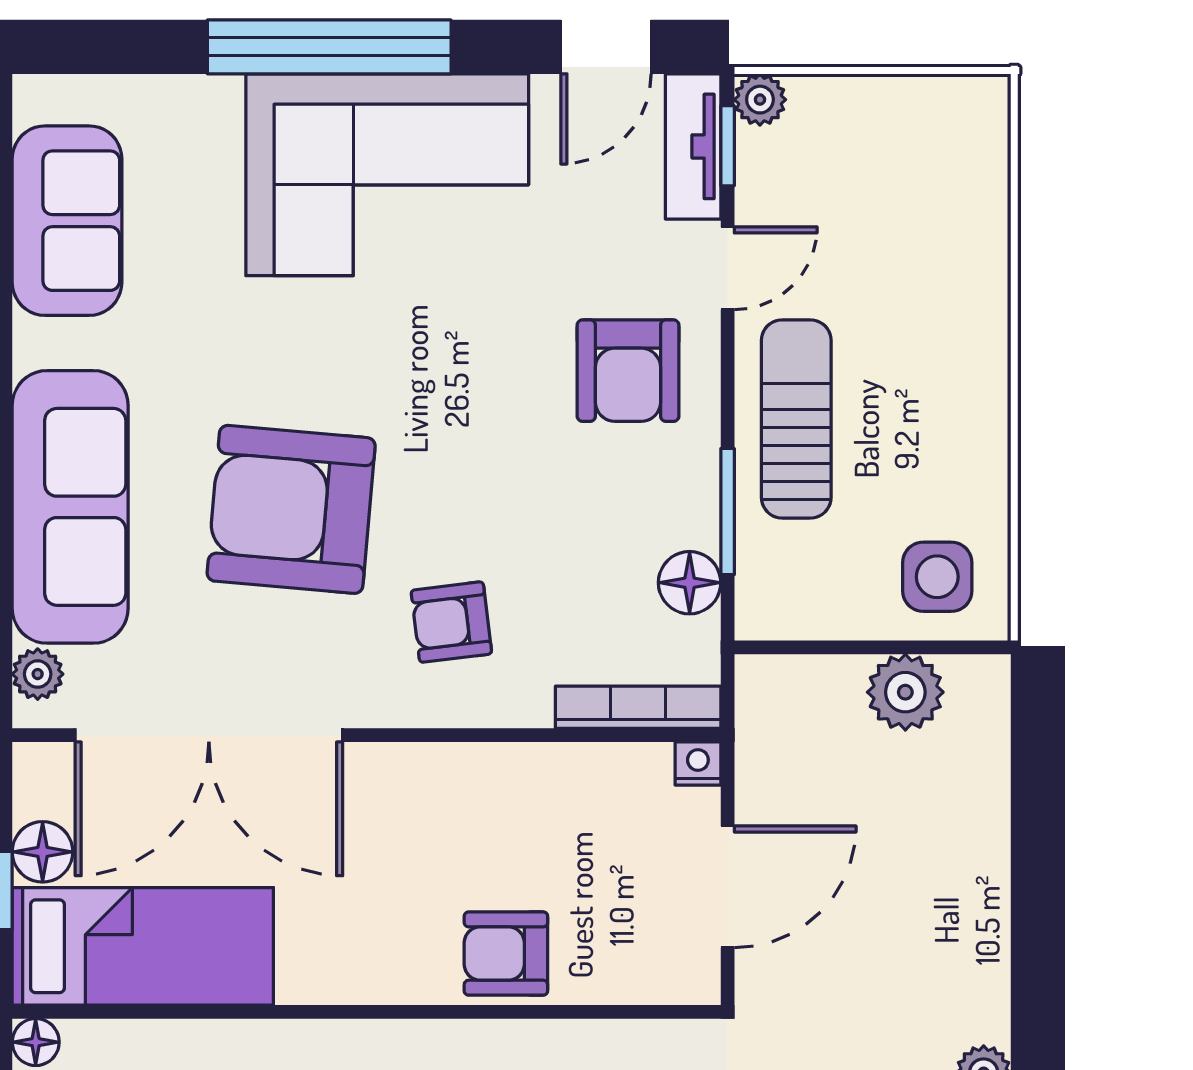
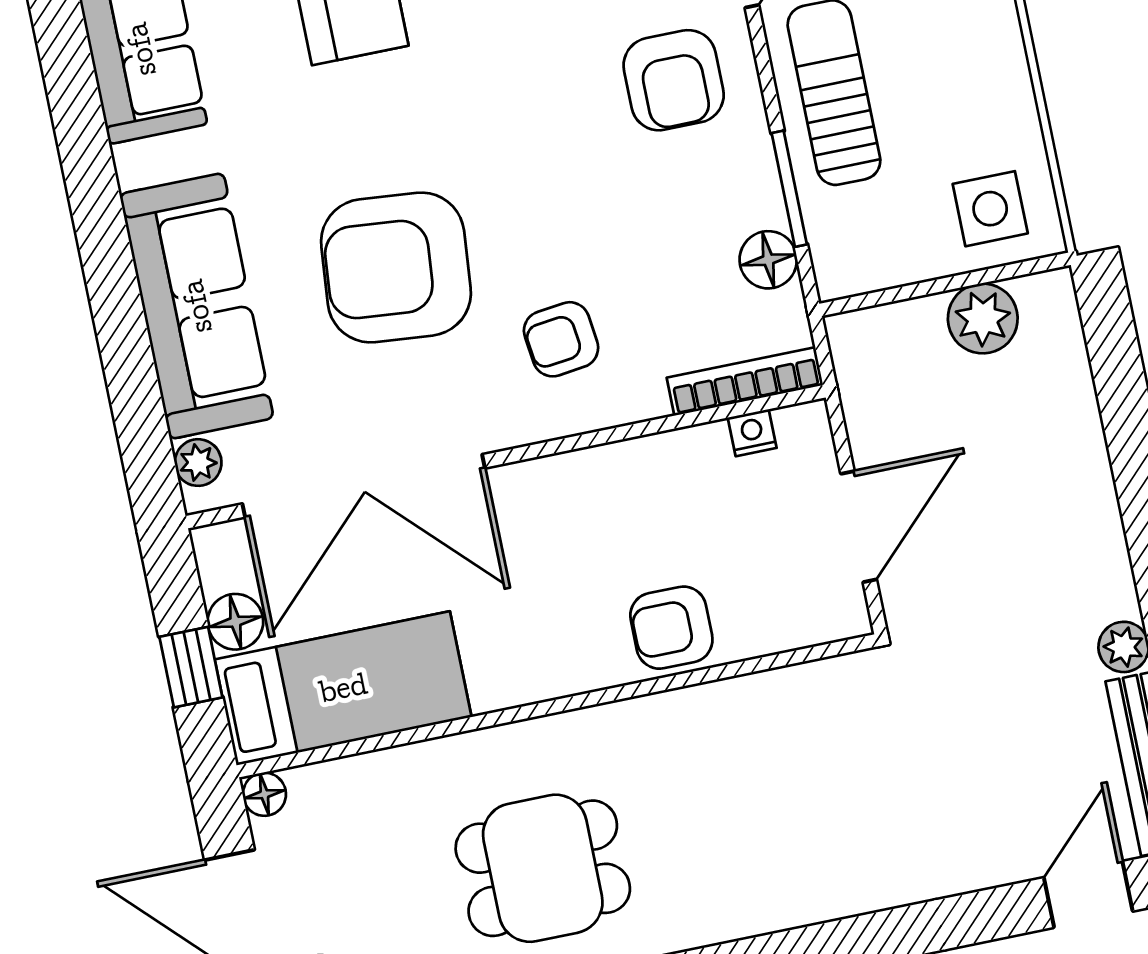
nightstand: (698, 763) -> (752, 433), moved

